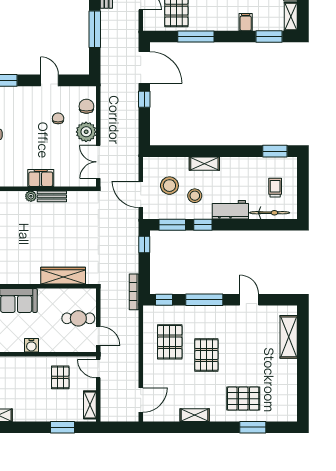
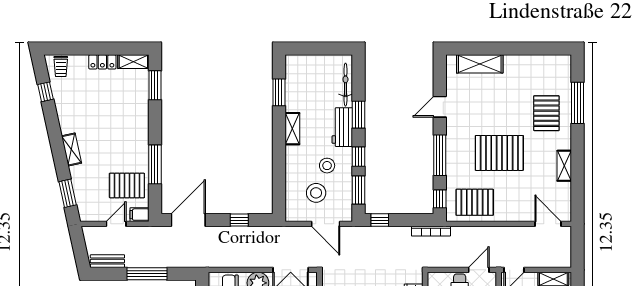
filing cabinet: (246, 22) -> (139, 215), moved
window: (144, 99) -> (239, 220), moved
window: (275, 151) -> (279, 92), moved
shelving: (204, 164) -> (292, 129), moved
trolley: (275, 188) -> (318, 79), removed
door: (141, 194) -> (326, 224), hinge flipped
window: (242, 225) -> (358, 115), added
pallet: (170, 342) -> (475, 202), moved
pallet: (206, 355) -> (499, 153), width x1.37, depth x1.41
window: (253, 427) -> (577, 103), width x1.44

